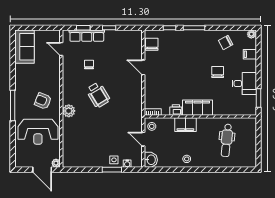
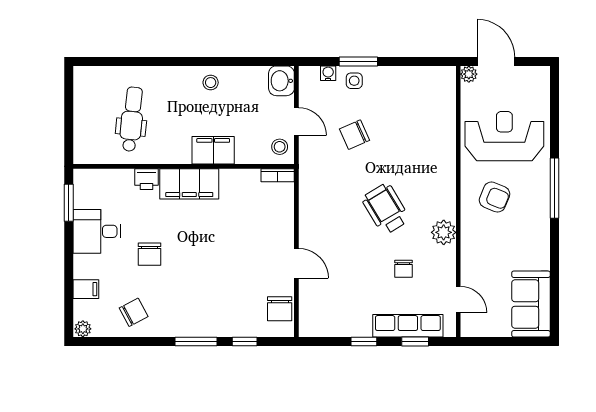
printer: (176, 110) -> (146, 179), moved
plant: (69, 111) -> (444, 232), moved
chair: (114, 133) -> (355, 135), added

